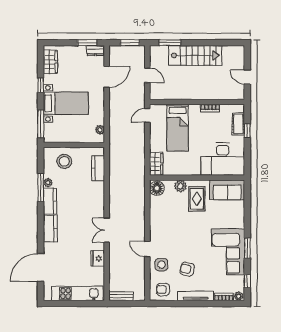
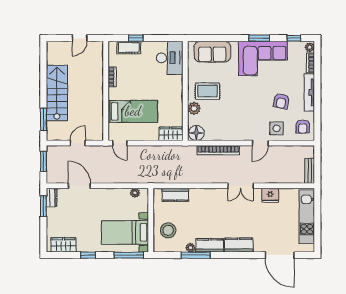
bed with nightstands: (66, 103) -> (125, 232), moved, turned -90
desk: (223, 159) -> (170, 58), width x0.73, depth x0.77
sofa: (227, 190) -> (212, 52), moved, turned 90
bookcase: (141, 209) -> (218, 150), added

